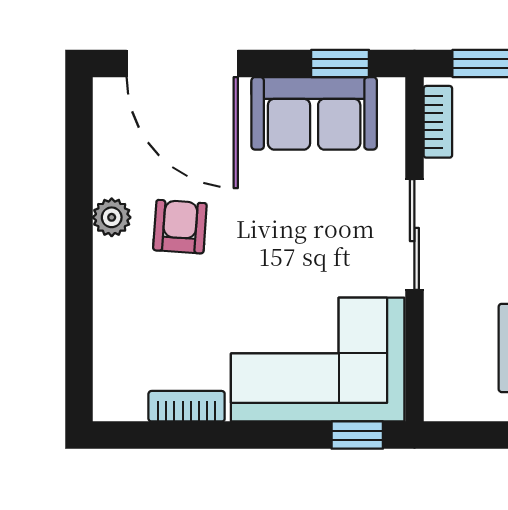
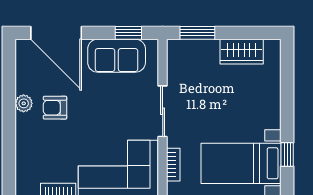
bookcase: (438, 122) -> (173, 165), moved
armchair: (180, 227) -> (55, 108), turned -94

